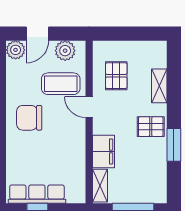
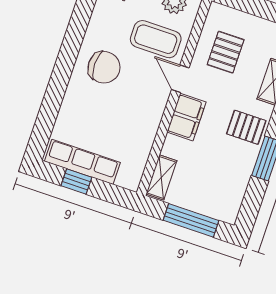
chair: (29, 118) -> (104, 67), turned 180
filing cabinet: (103, 152) -> (186, 117), moved

